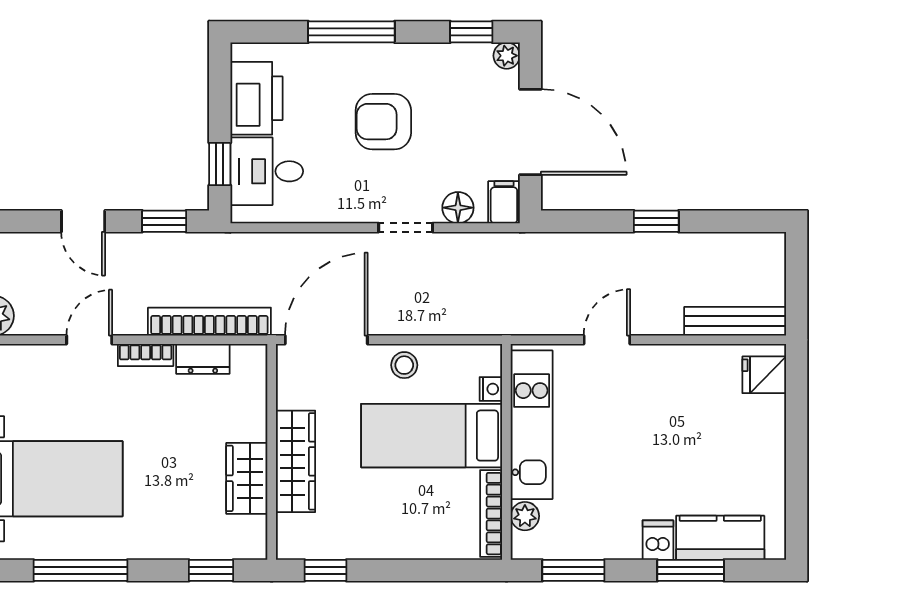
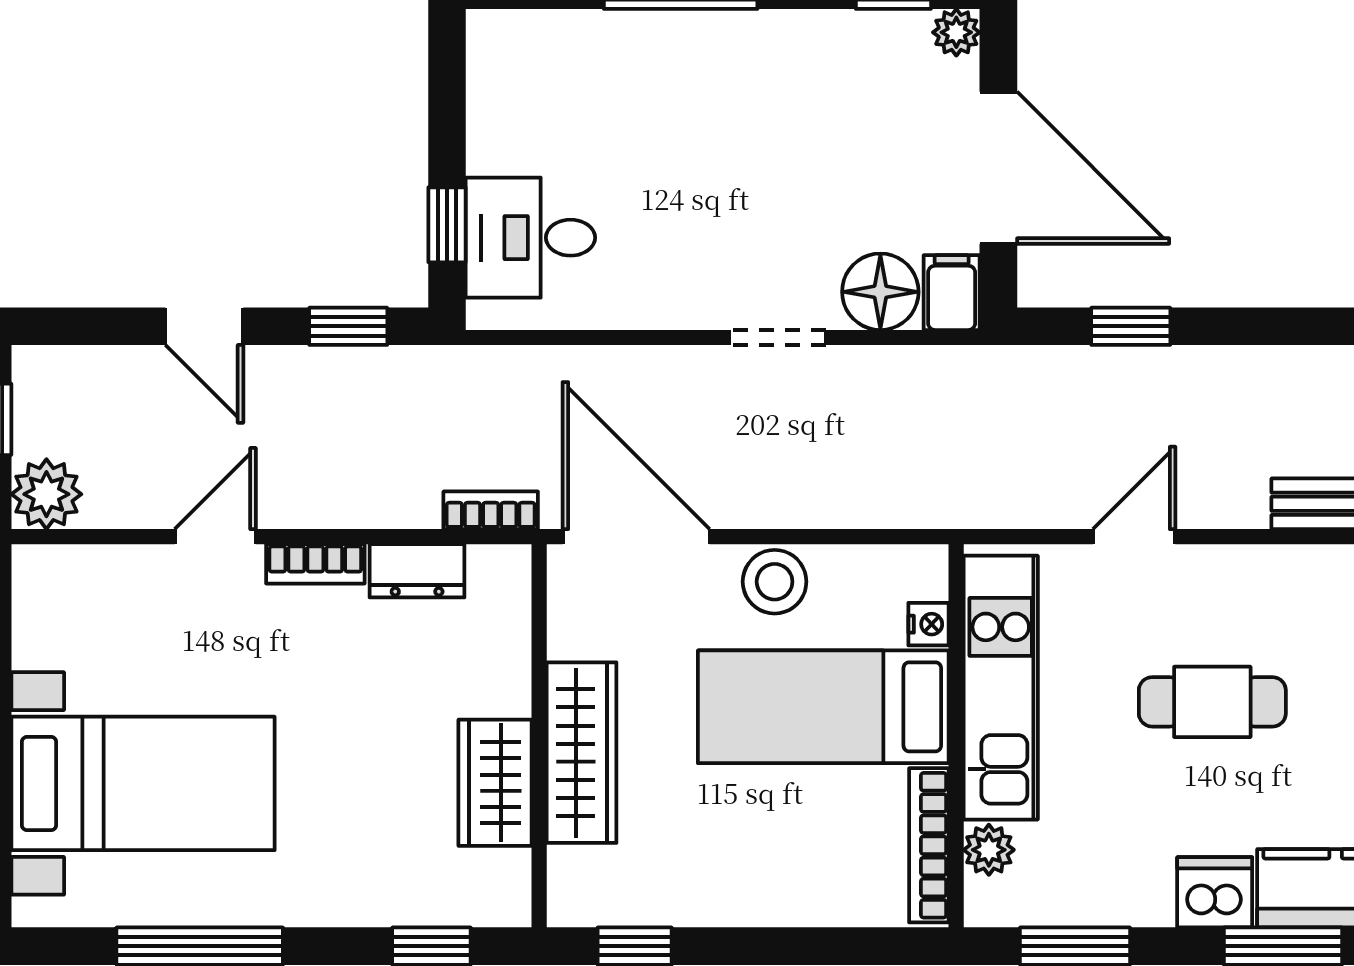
printer: (256, 98) -> (512, 108), removed
armchair: (383, 122) -> (737, 149), removed
floor lamp: (458, 208) -> (880, 292), width x1.38, depth x1.38
window: (656, 221) -> (1131, 326), moved
bookcase: (209, 322) -> (491, 510), width x0.43, depth x0.76
door: (326, 340) -> (636, 537), hinge flipped
stool: (404, 365) -> (775, 582), width x1.37, depth x1.37
cafe table: (651, 433) -> (1212, 702), added
dishwasher: (658, 540) -> (1215, 892), width x1.38

